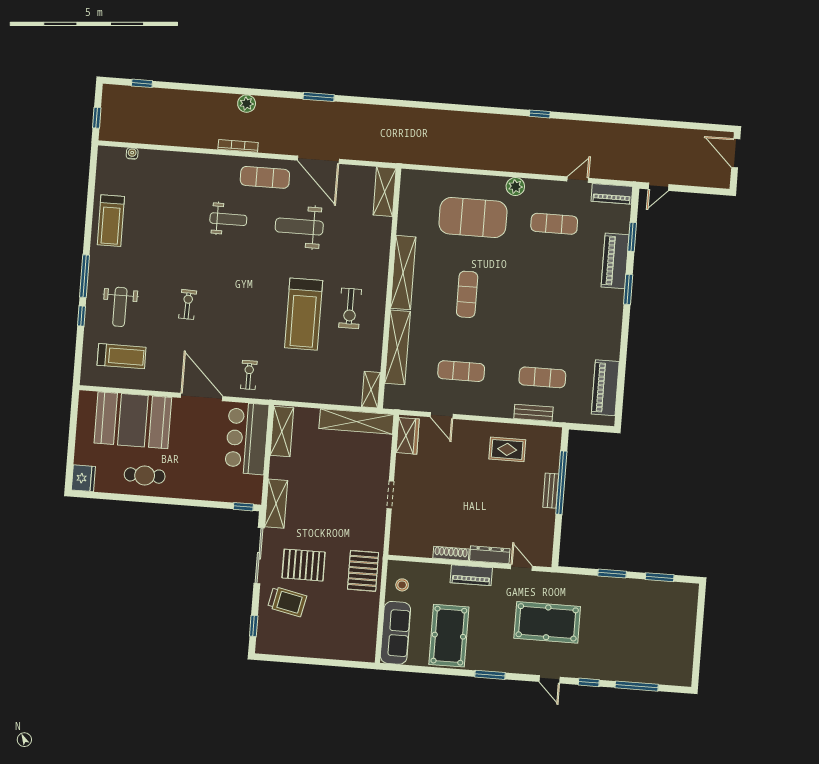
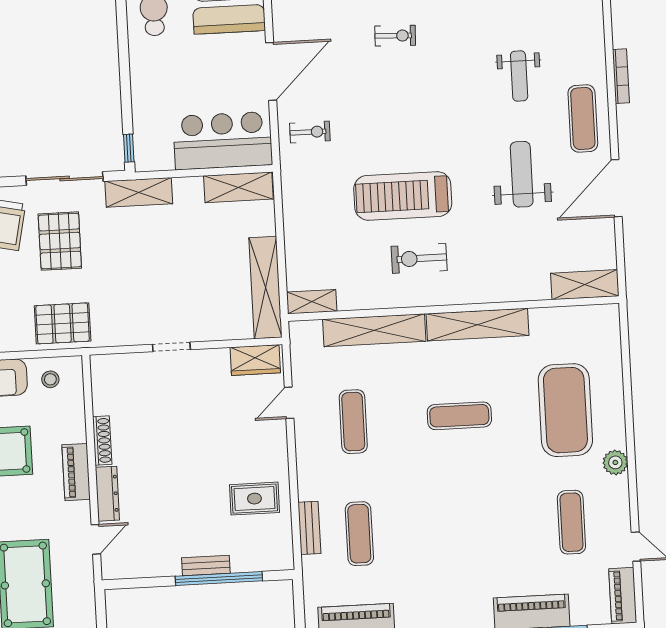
rug: (507, 449) -> (254, 499), turned 90

